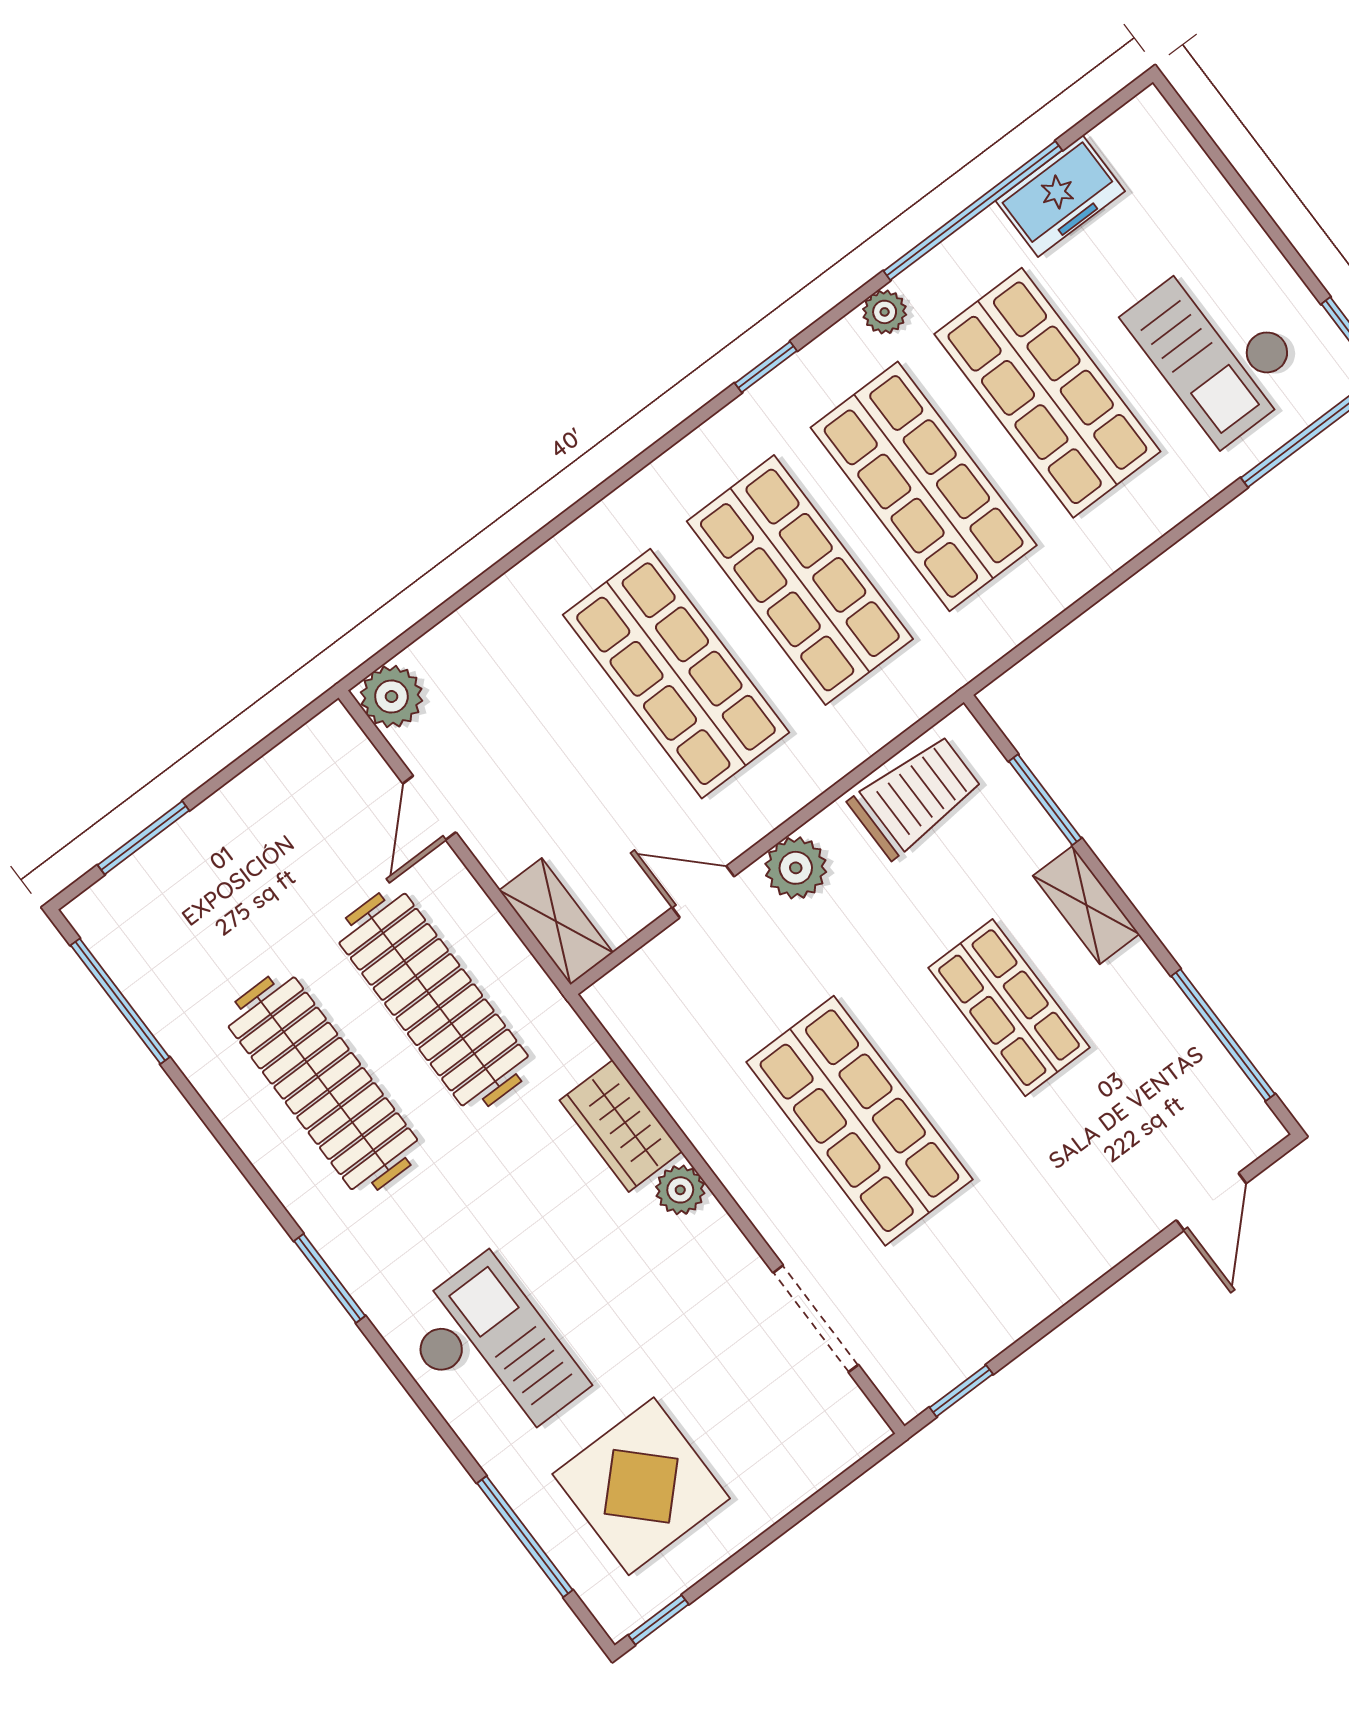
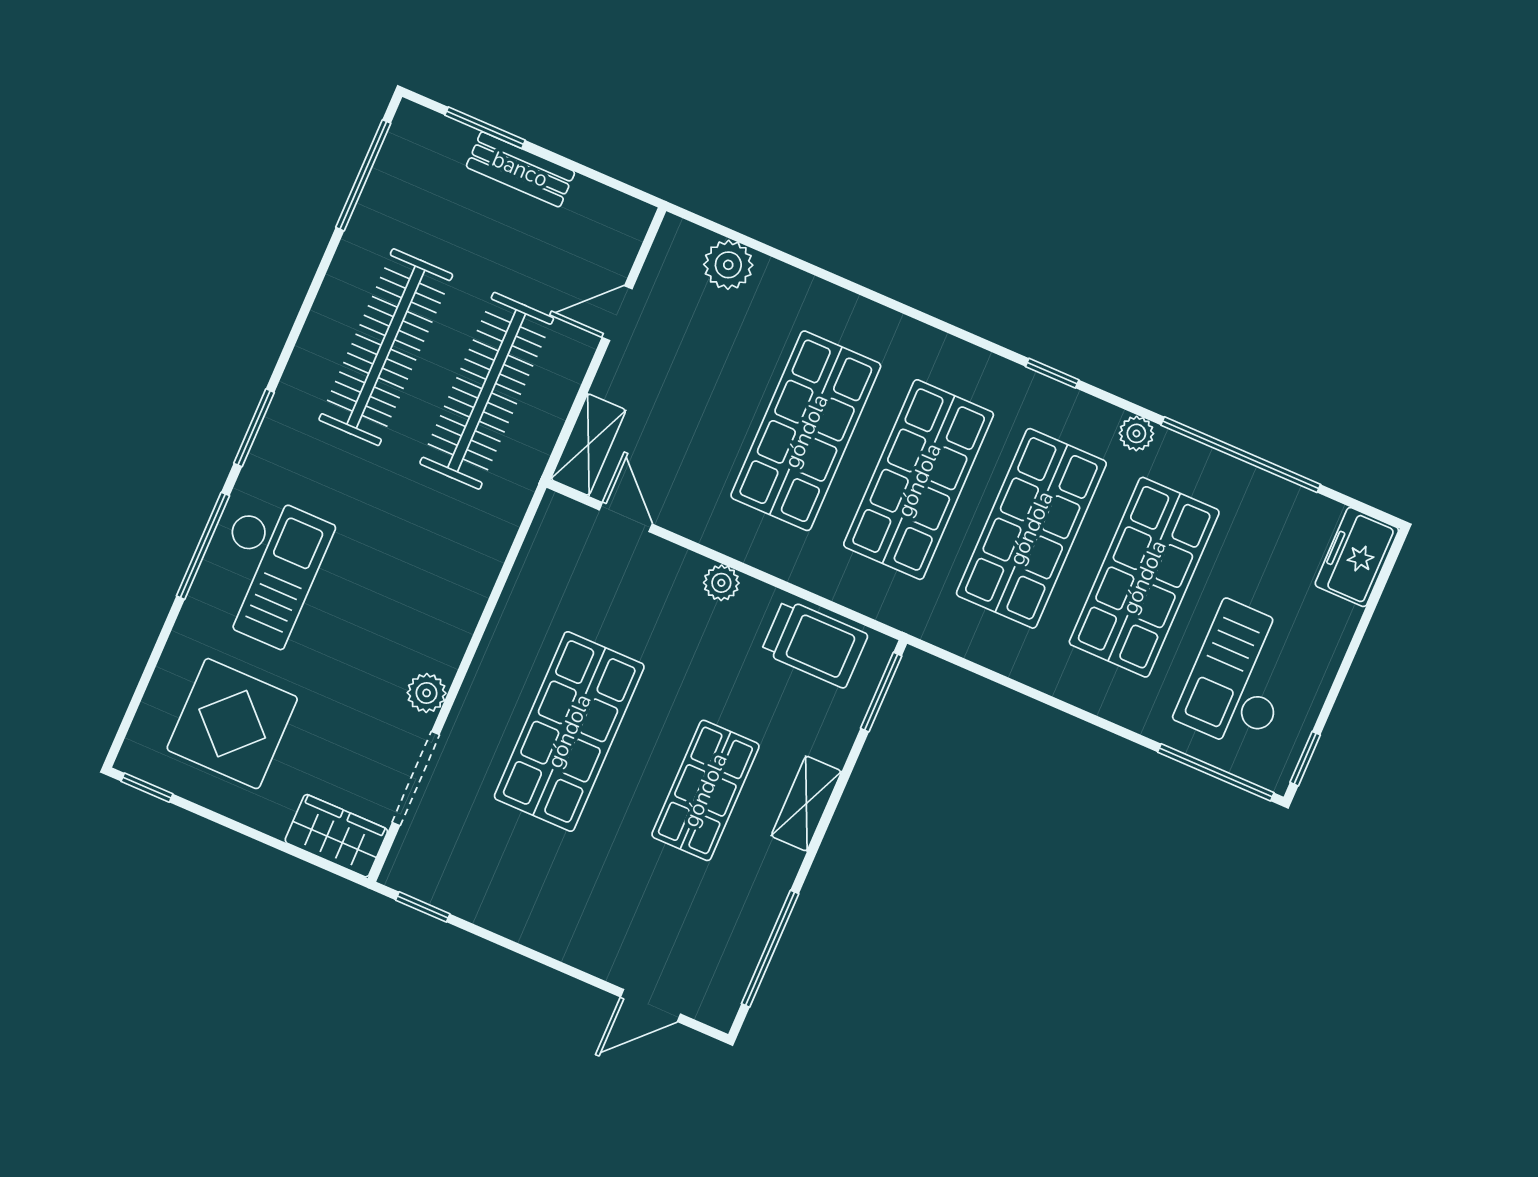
freezer: (1060, 196) -> (1357, 557), moved, turned 90
plant: (391, 697) -> (728, 265), moved
window: (1045, 800) -> (881, 692), moved
bench: (211, 825) -> (520, 169), added
plant: (796, 868) -> (721, 583), width x0.73, depth x0.73
door: (703, 892) -> (626, 517), moved
wardrobe: (621, 1126) -> (336, 836), moved, turned 90
plant: (680, 1190) -> (427, 693), moved
window: (525, 1537) -> (203, 546), moved

